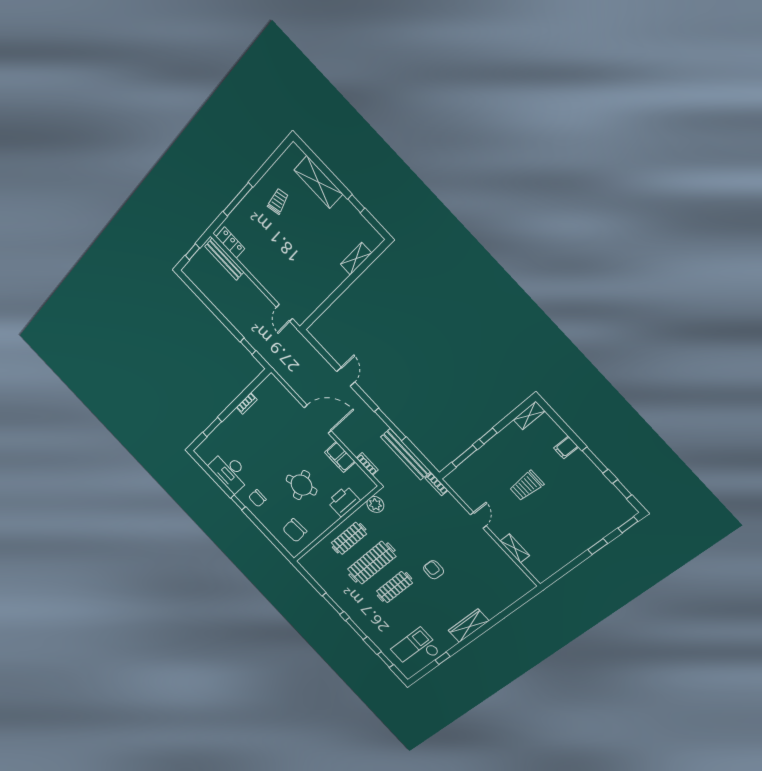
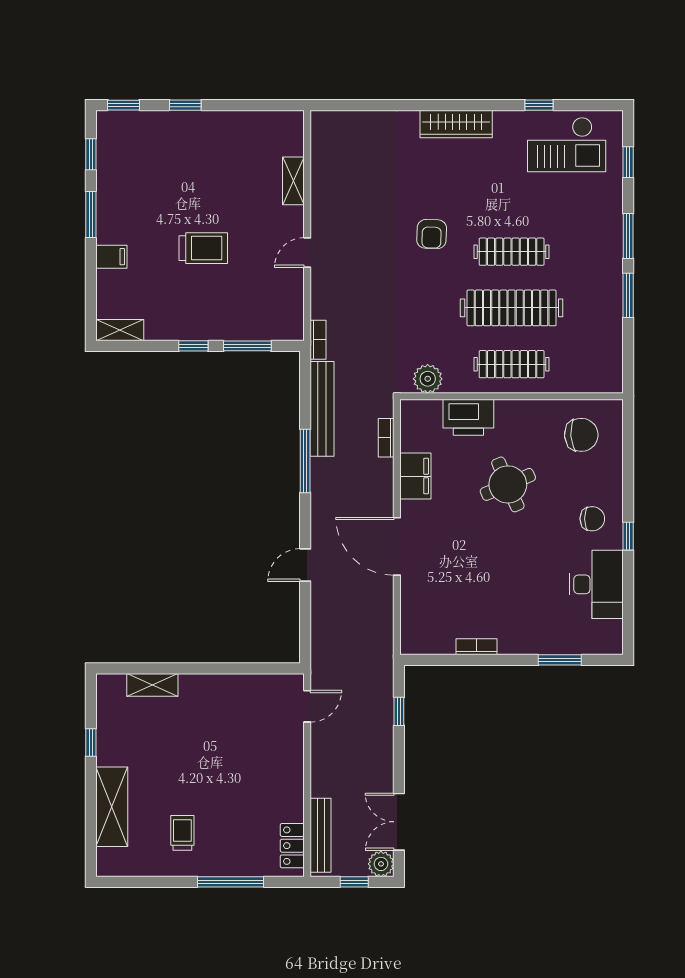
trolley: (278, 201) -> (182, 833), turned 103
plant: (190, 271) -> (381, 864), added
double door: (202, 297) -> (399, 822), added

